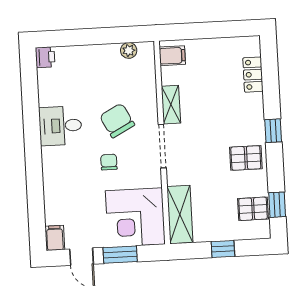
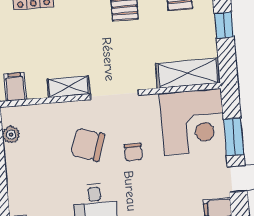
chair: (117, 121) -> (88, 145), turned 46
chair: (109, 162) -> (133, 152), turned -90

